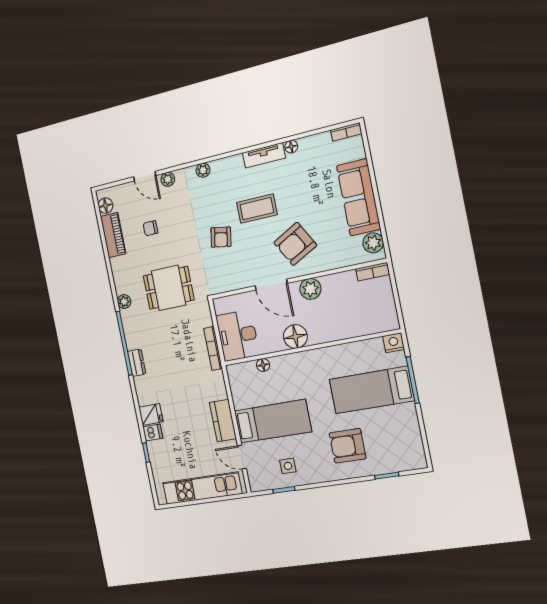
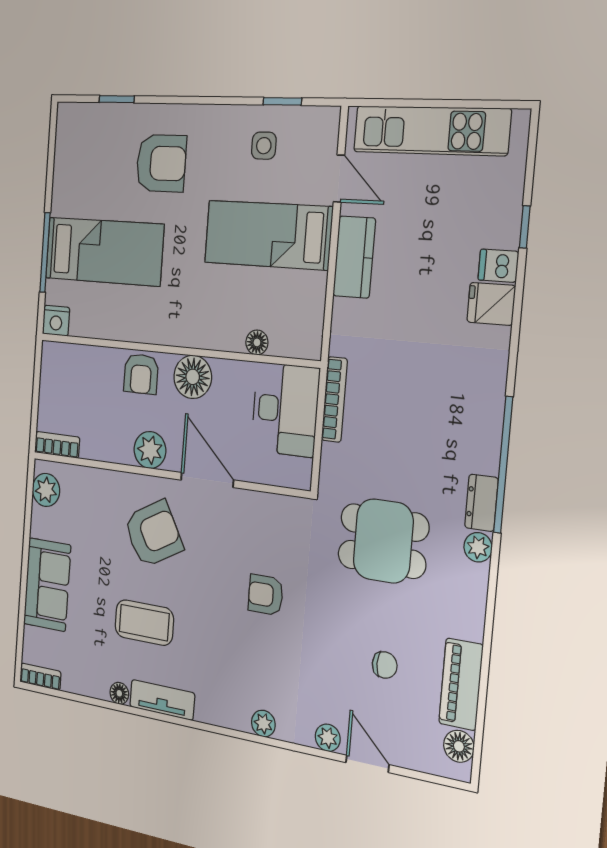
sofa: (359, 197) -> (47, 585), width x0.73
coffee table: (257, 209) -> (144, 623), moved
armchair: (221, 237) -> (266, 595), turned -100
armchair: (328, 329) -> (141, 374), added
dresser: (137, 363) -> (481, 503), moved

